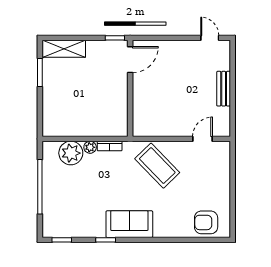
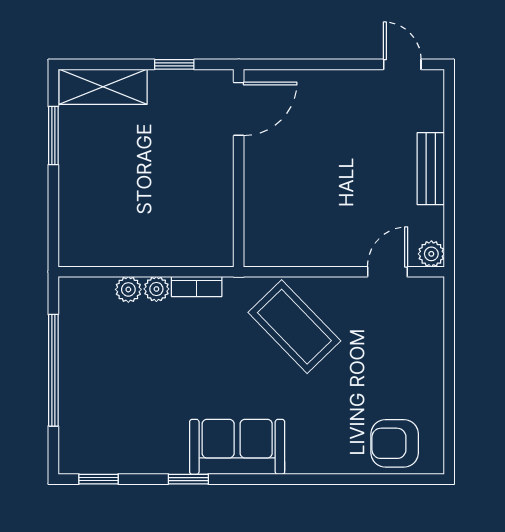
window: (115, 38) -> (174, 64), moved
plant: (224, 130) -> (431, 254), added
plant: (71, 153) -> (128, 289), width x0.53, depth x0.53

